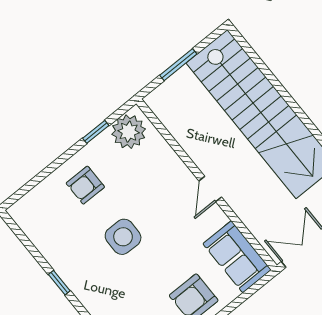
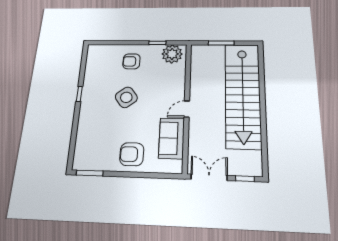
side table: (123, 237) -> (126, 97), turned -38
sofa: (237, 257) -> (172, 138), moved

